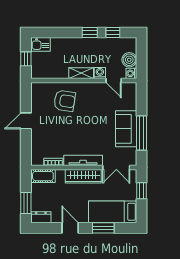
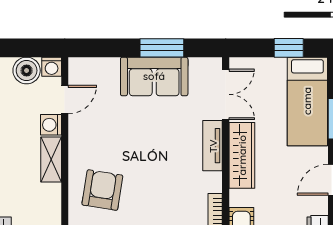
window: (142, 133) -> (162, 48), width x0.69
tv unit: (83, 160) -> (213, 146), width x0.71
window: (142, 191) -> (289, 48), moved

